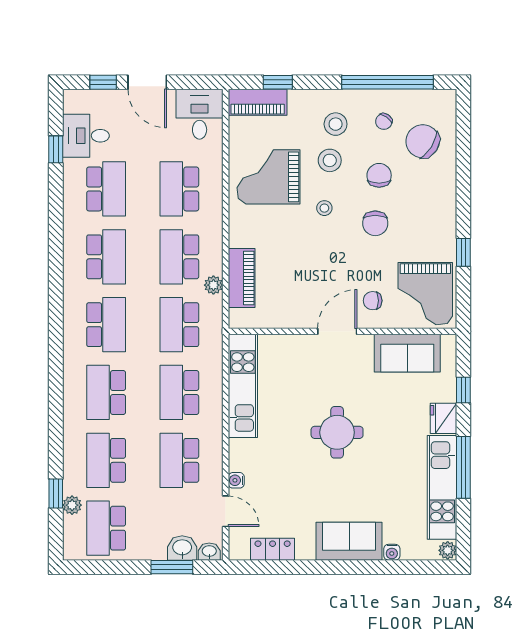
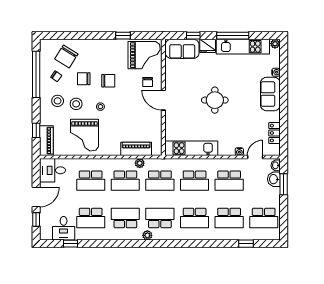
school desk: (106, 189) -> (91, 218), turned 180
sofa: (407, 353) -> (182, 49), moved, turned 90
plant: (72, 505) -> (147, 235), moved

